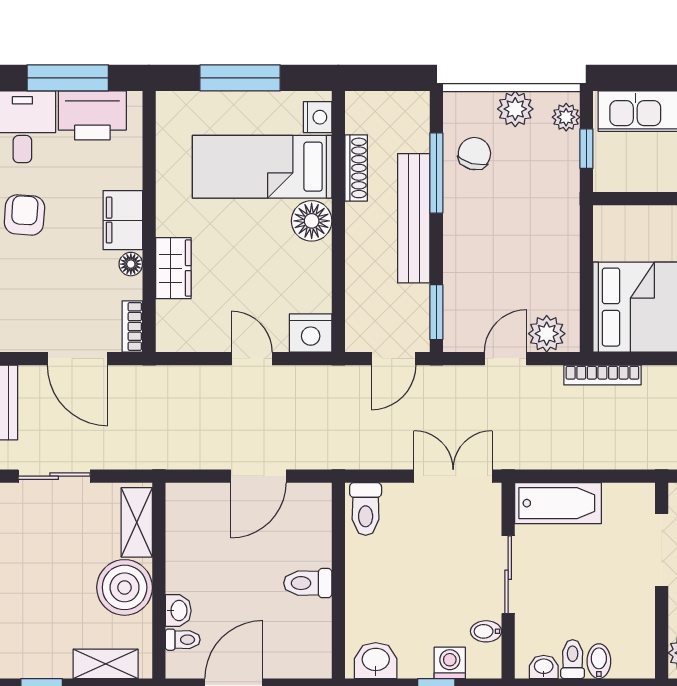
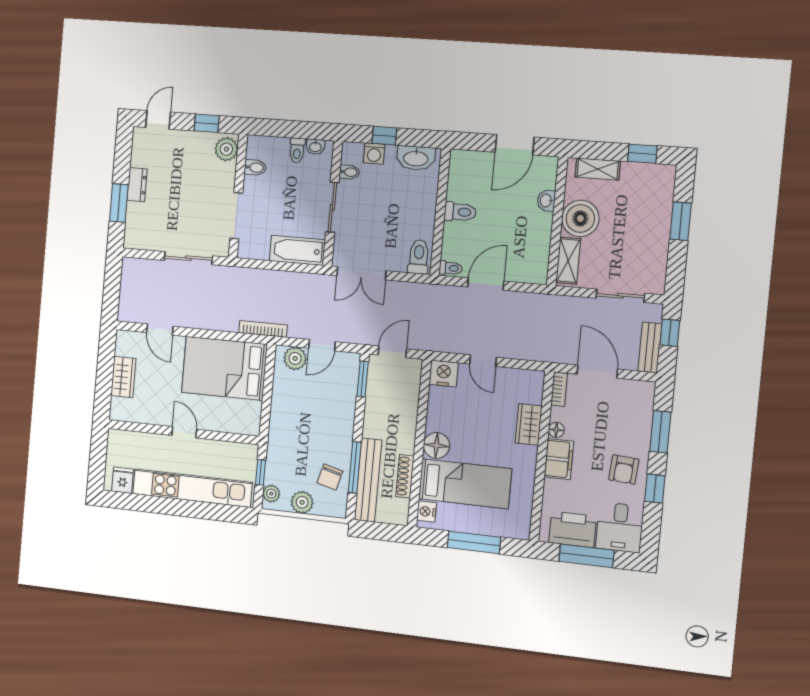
bench: (414, 218) -> (368, 480), moved
toilet: (183, 640) -> (451, 268), moved, turned 180
washbasin: (376, 661) -> (416, 158), width x1.38
bidet: (599, 661) -> (255, 167), moved, turned -90

